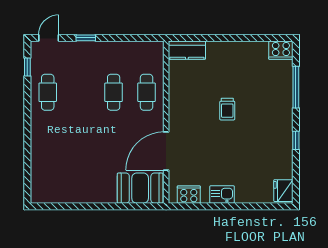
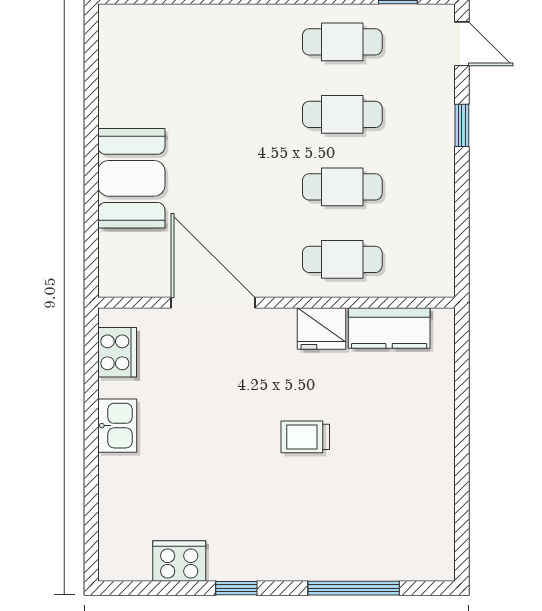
kitchen counter: (187, 50) -> (389, 328), moved, turned -90
cooker: (281, 50) -> (179, 561), moved, turned 90
cafe table: (81, 92) -> (342, 114), added
booth: (140, 188) -> (131, 178), moved
fridge: (283, 191) -> (321, 328), moved, turned 180

